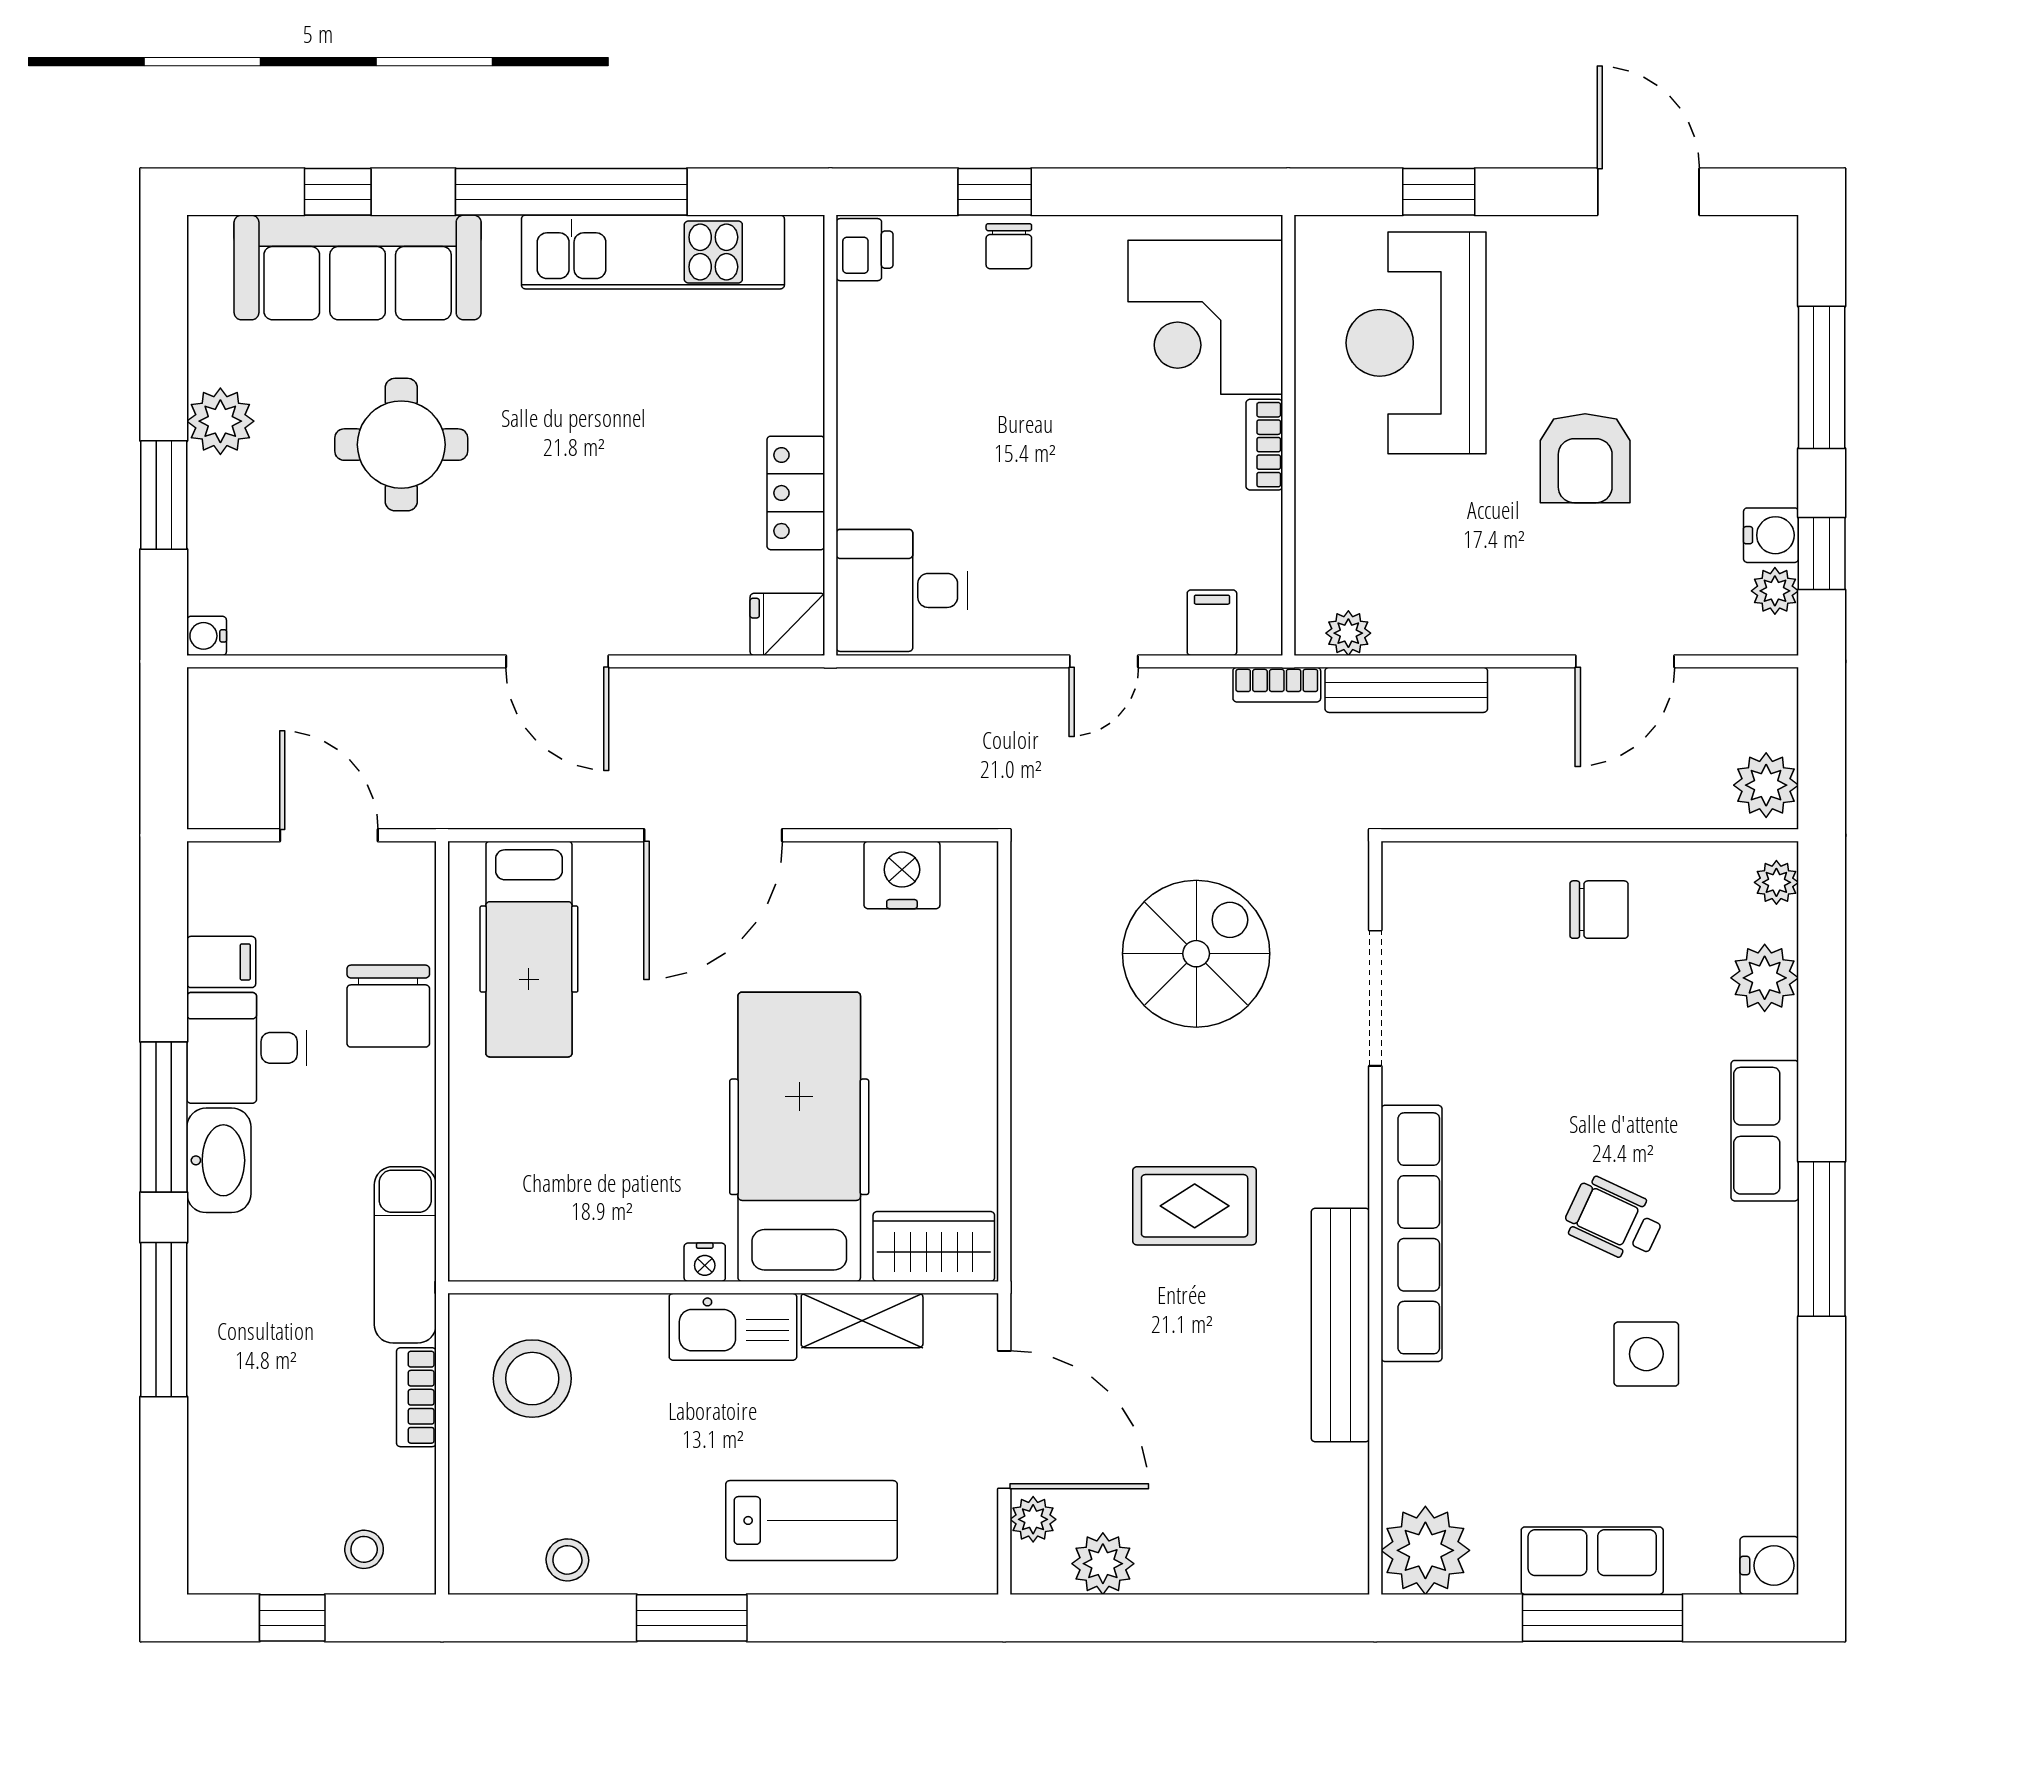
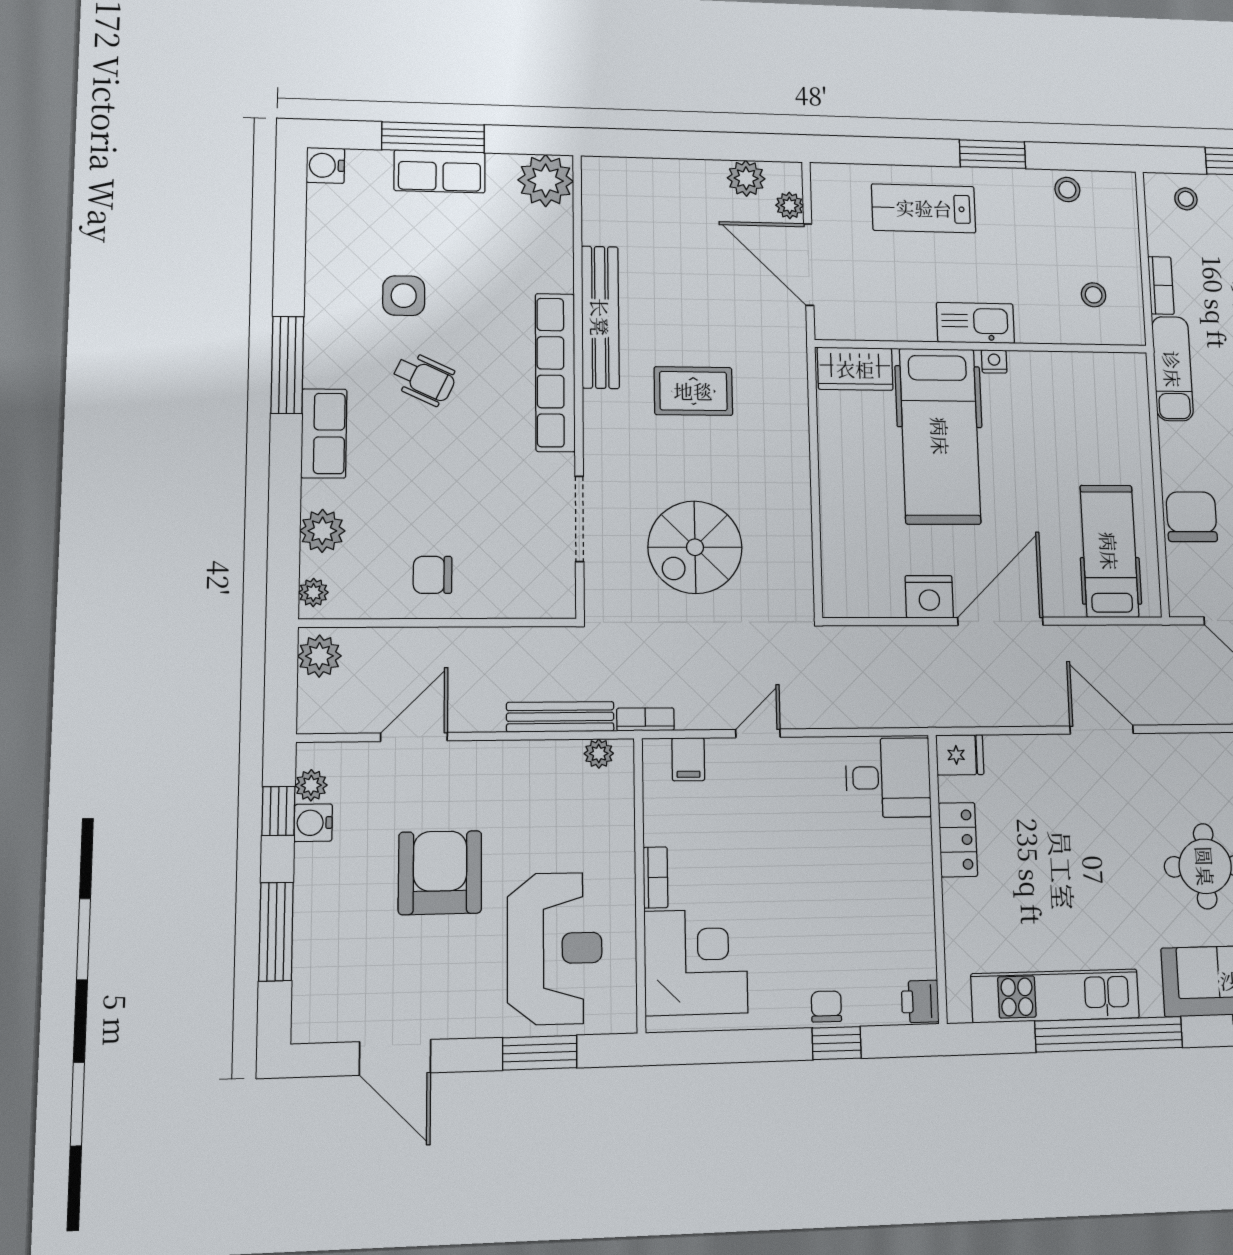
window: (1439, 192) -> (540, 1053), width x1.50
armchair: (1585, 458) -> (440, 873), width x1.36, depth x1.36
nightstand: (902, 875) -> (929, 597), moved
shelving: (862, 1321) -> (897, 325), removed
stool: (532, 1379) -> (1094, 295), width x0.53, depth x0.53

